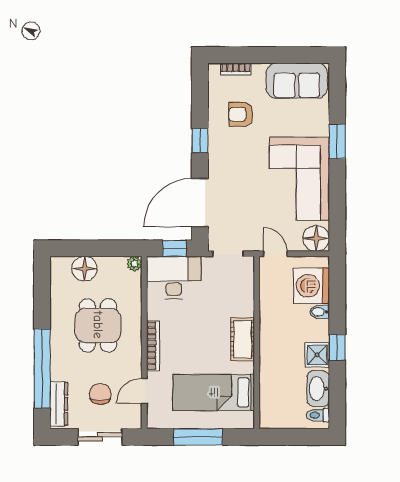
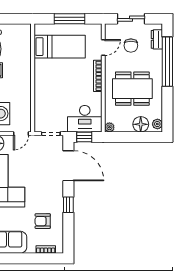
armchair: (241, 114) -> (43, 221), turned 180
door: (200, 203) -> (68, 166), hinge flipped
door: (275, 254) -> (21, 134), hinge flipped
plant: (58, 269) -> (157, 124), added
dining table: (98, 325) -> (132, 89), width x1.38
cot: (243, 339) -> (42, 80), removed
dresser: (59, 404) -> (157, 39), width x0.70

